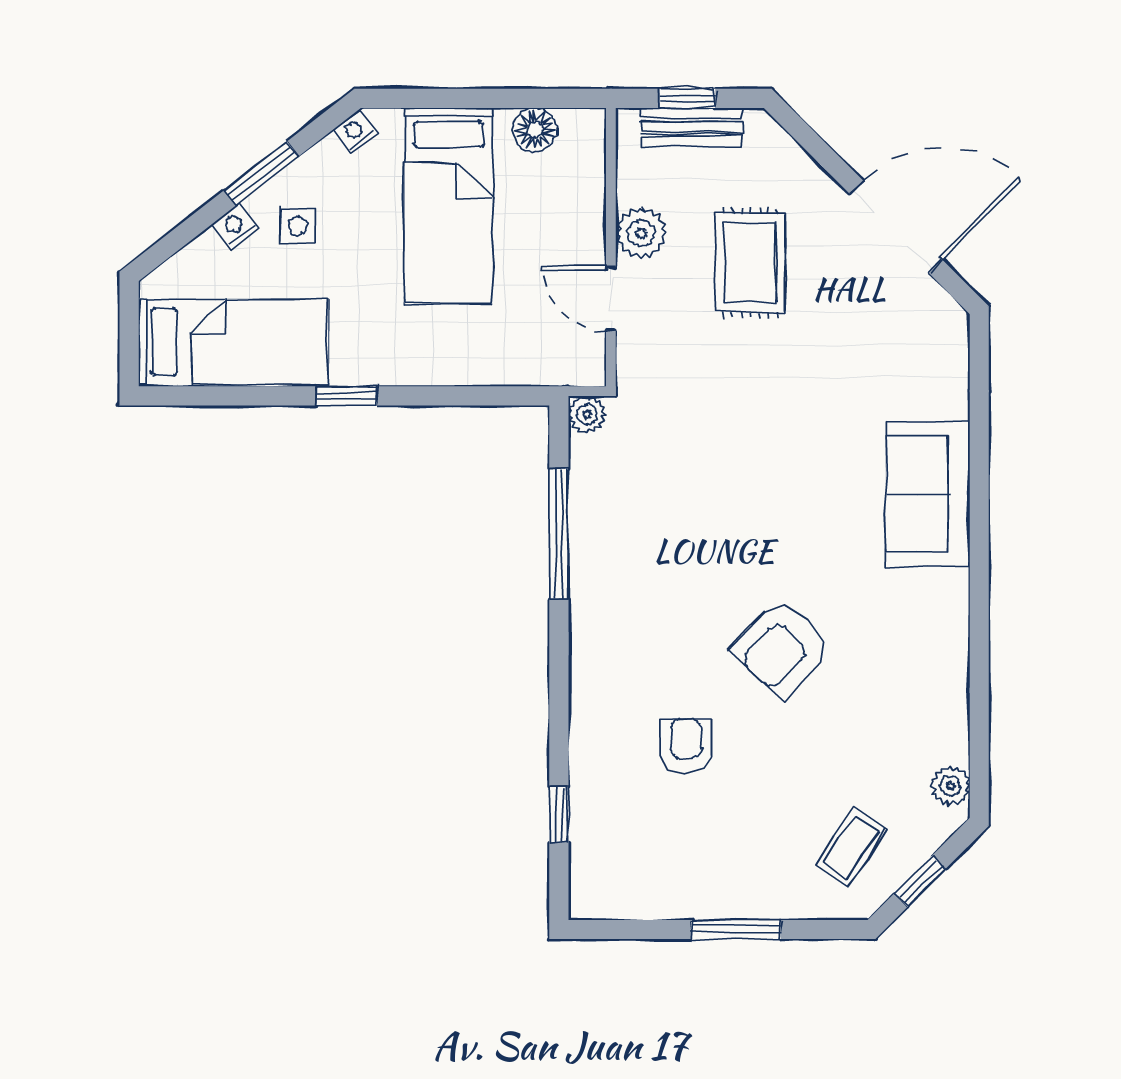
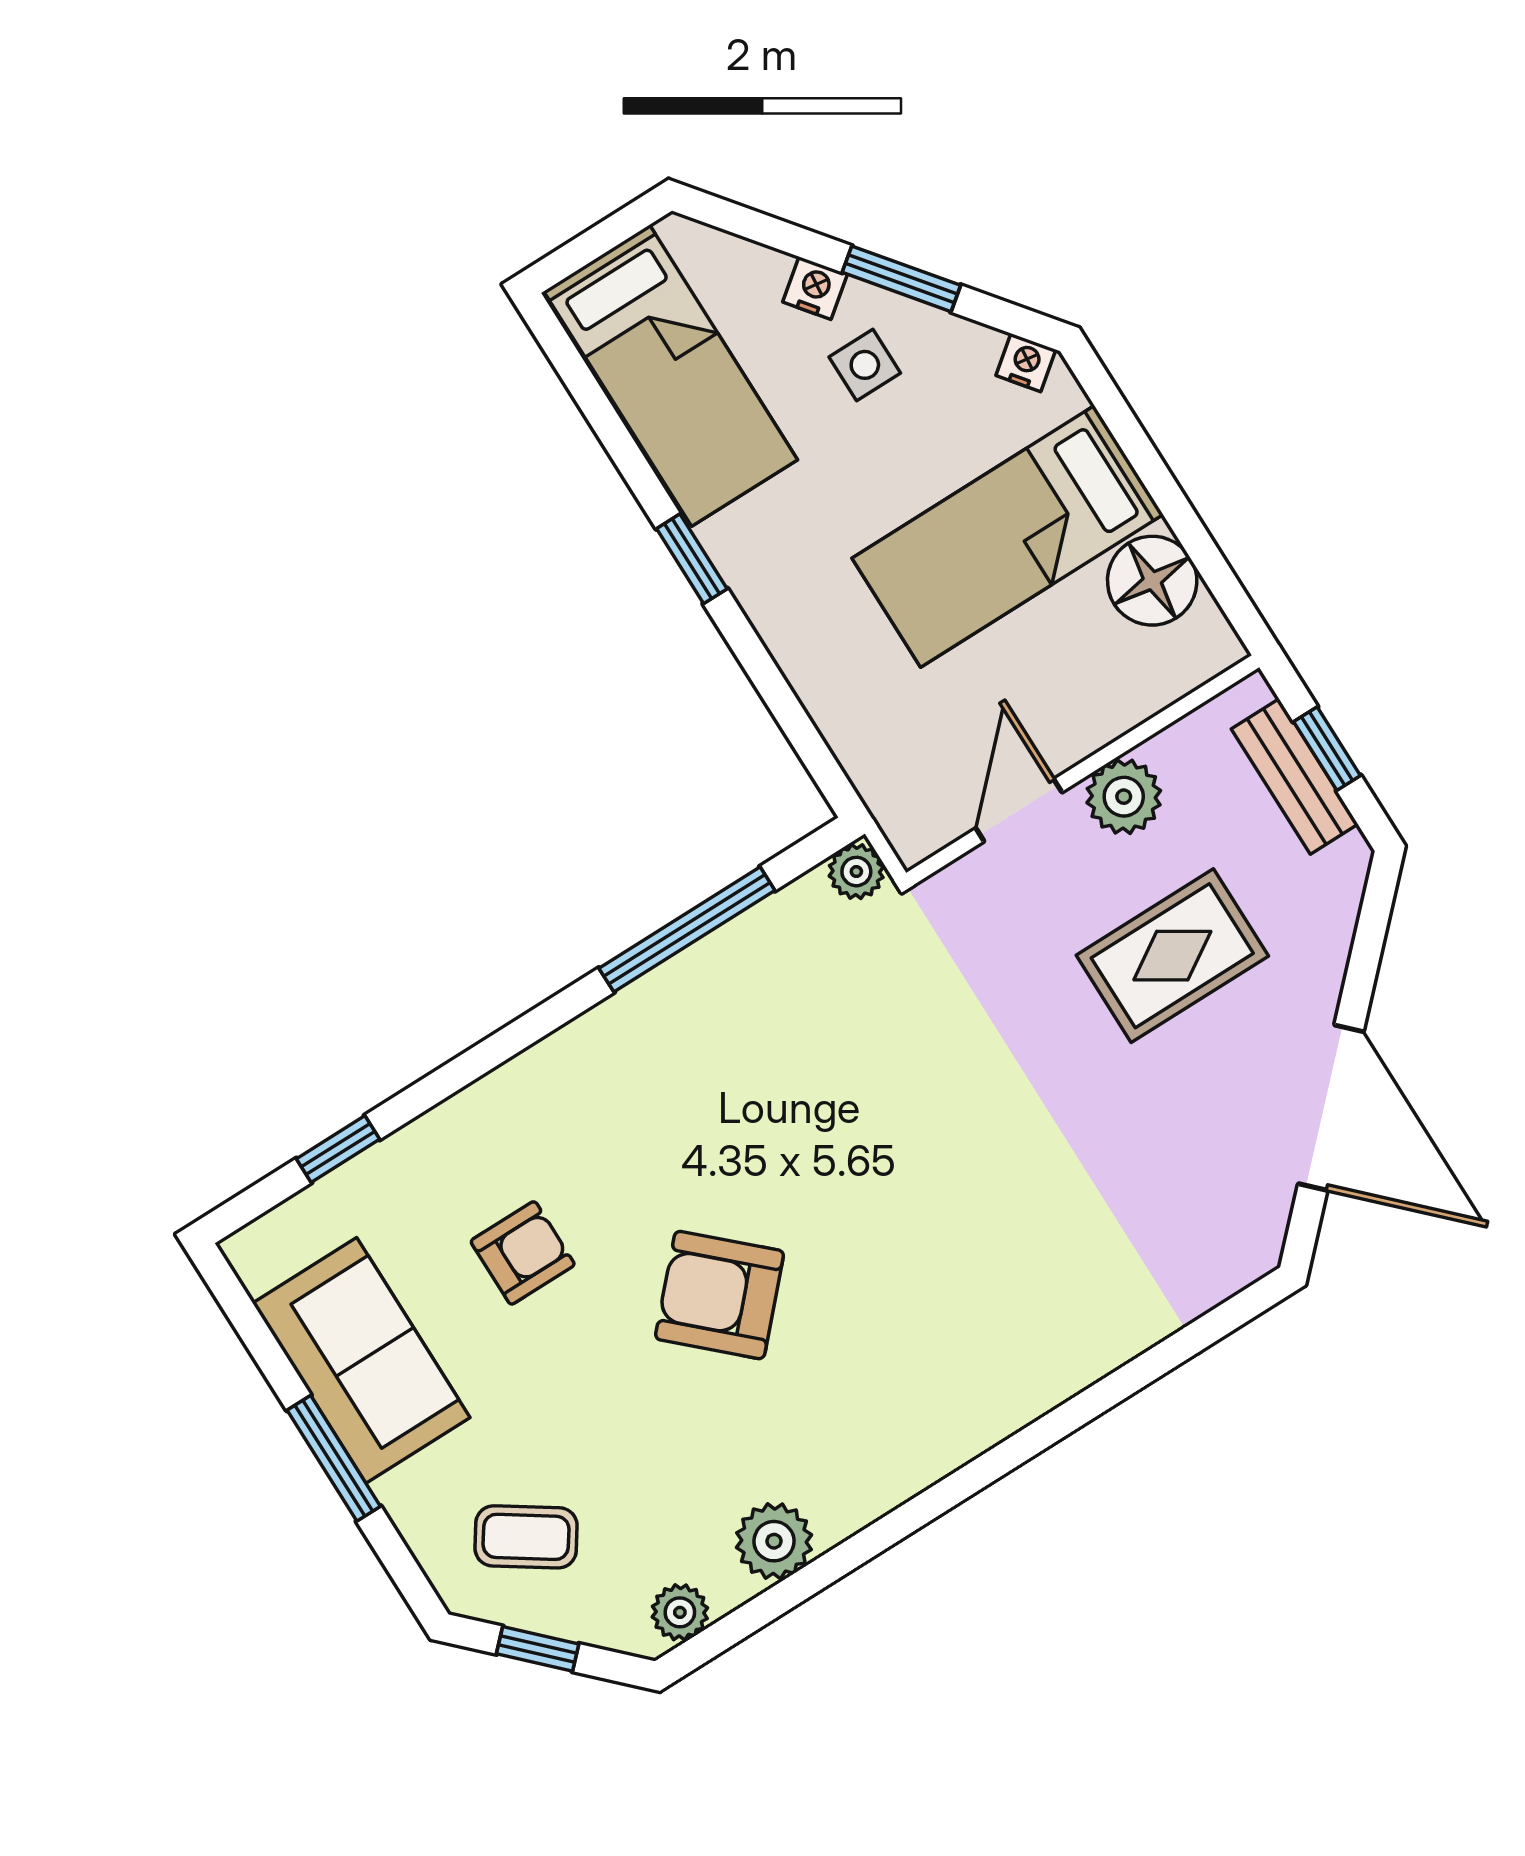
floor lamp: (535, 130) -> (1152, 581), width x1.38, depth x1.38
sofa: (928, 494) -> (361, 1360), moved, turned 90
plant: (944, 706) -> (774, 1541), added

